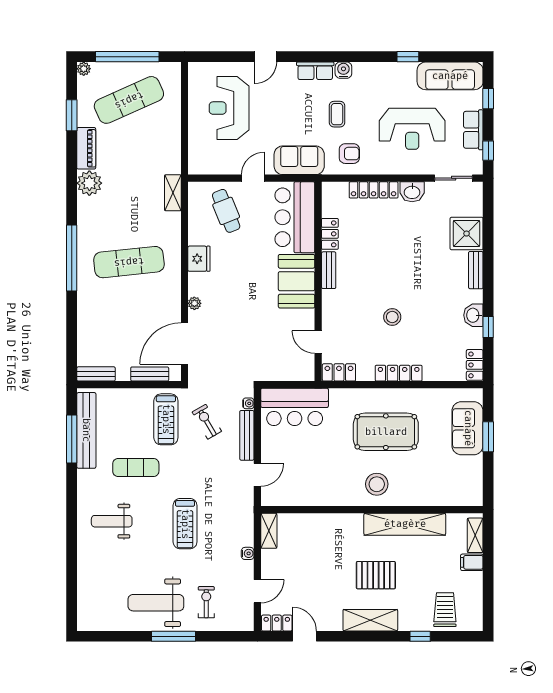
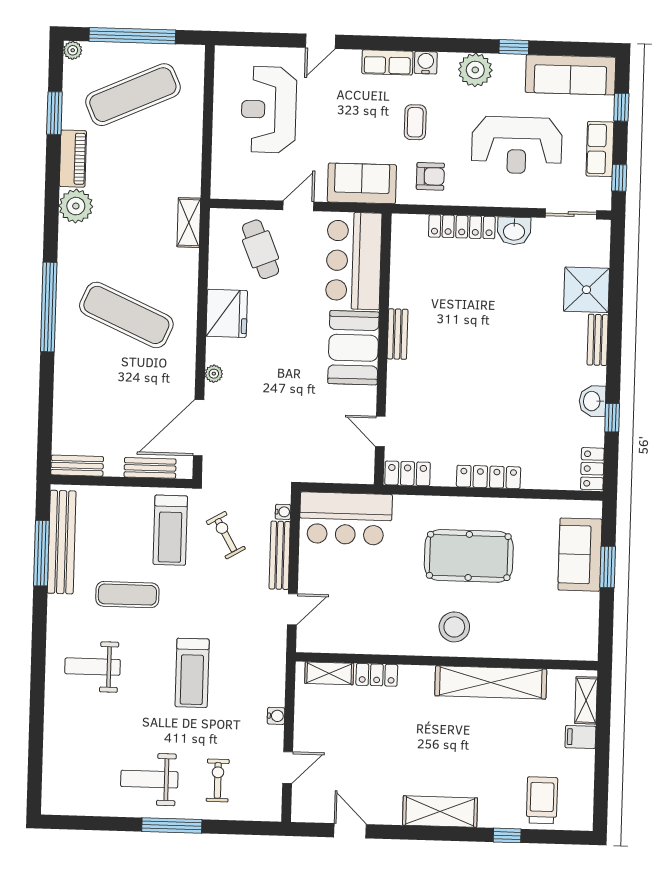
plant: (380, 74) -> (475, 70), added
locker: (330, 234) -> (401, 285), removed
fridge: (199, 259) -> (227, 313), width x1.36, depth x1.34
exercise mat: (129, 262) -> (126, 315), turned 30
stool: (392, 317) -> (482, 400), removed
shelving: (269, 531) -> (329, 673), moved, turned 90
pallet: (376, 575) -> (449, 751), removed
weight bench: (156, 603) -> (149, 779), width x0.73, depth x0.75
locker: (277, 623) -> (377, 675), moved, turned 180

